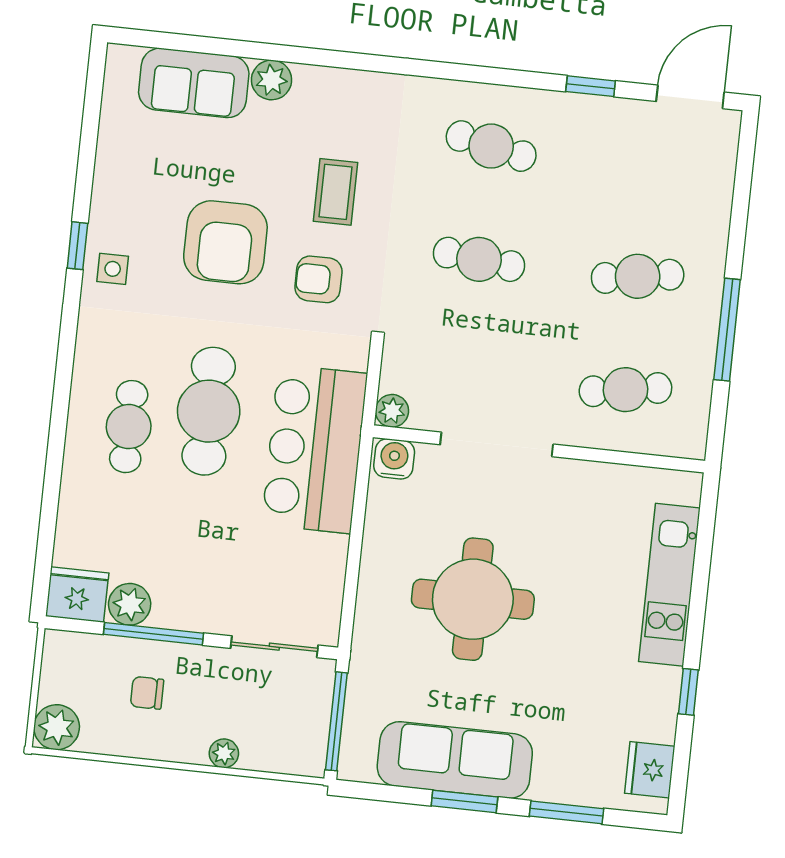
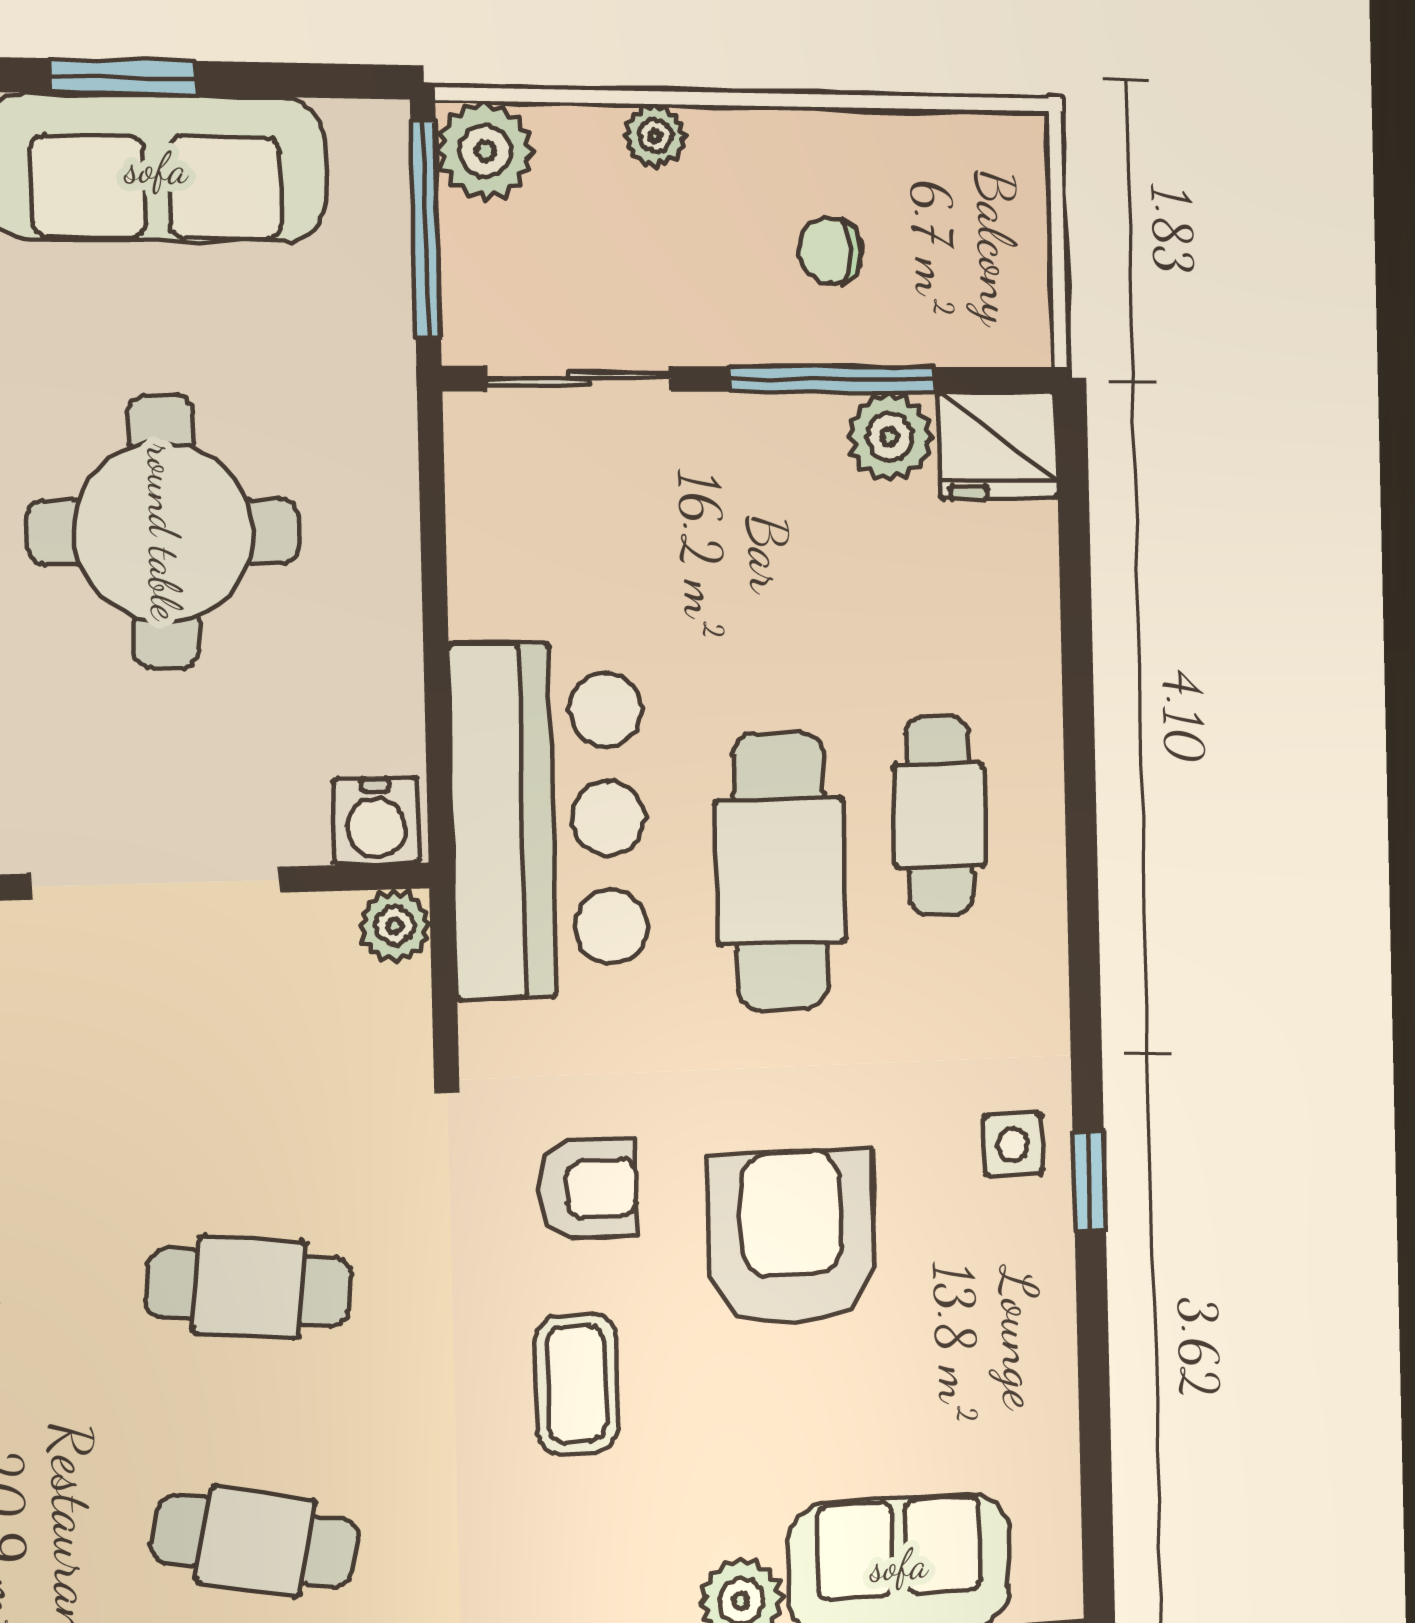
chair: (147, 693) -> (830, 251), turned 180
plant: (57, 727) -> (485, 151), moved

